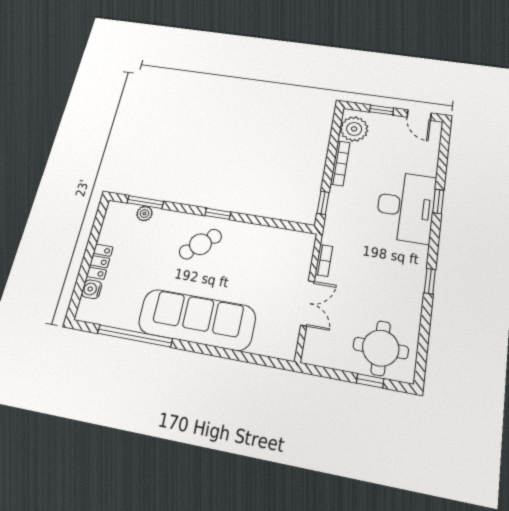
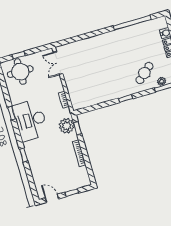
plant: (354, 129) -> (67, 126), moved
desk: (406, 207) -> (31, 120), moved
cafe table: (200, 244) -> (144, 73), moved
double door: (308, 303) -> (58, 63), moved
sofa: (197, 320) -> (108, 44), removed

